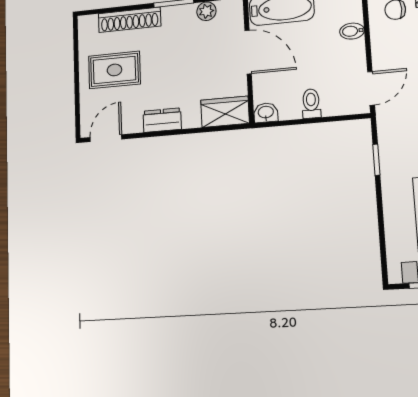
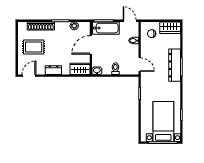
door: (248, 52) -> (91, 45), swing flipped
door: (371, 88) -> (140, 65), hinge flipped

